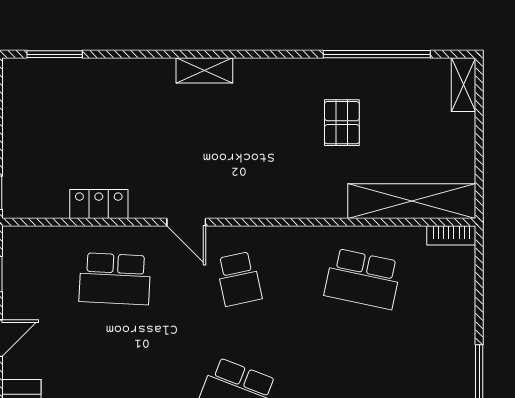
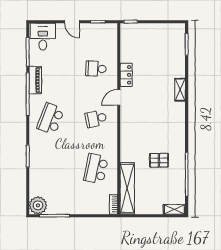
shelving: (204, 70) -> (180, 90), moved
locker: (99, 204) -> (126, 75), moved
school desk: (115, 279) -> (96, 69), width x0.54

